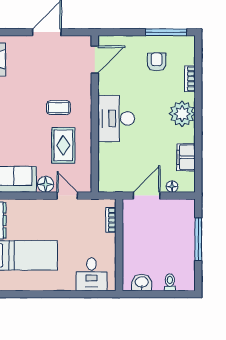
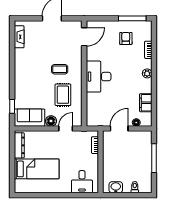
plant: (182, 114) -> (147, 73), width x0.53, depth x0.53
door: (67, 196) -> (66, 129), hinge flipped

